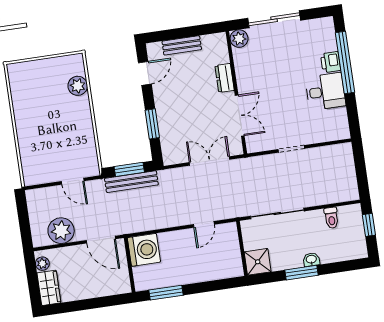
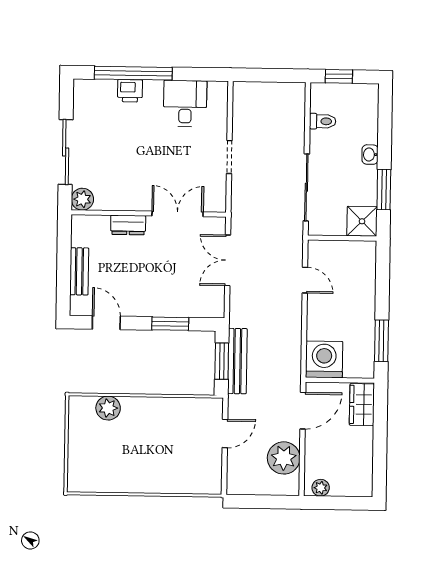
desk: (325, 91) -> (185, 104), moved
window: (302, 273) -> (384, 190), moved
wardrobe: (49, 288) -> (362, 405), moved, turned -90

